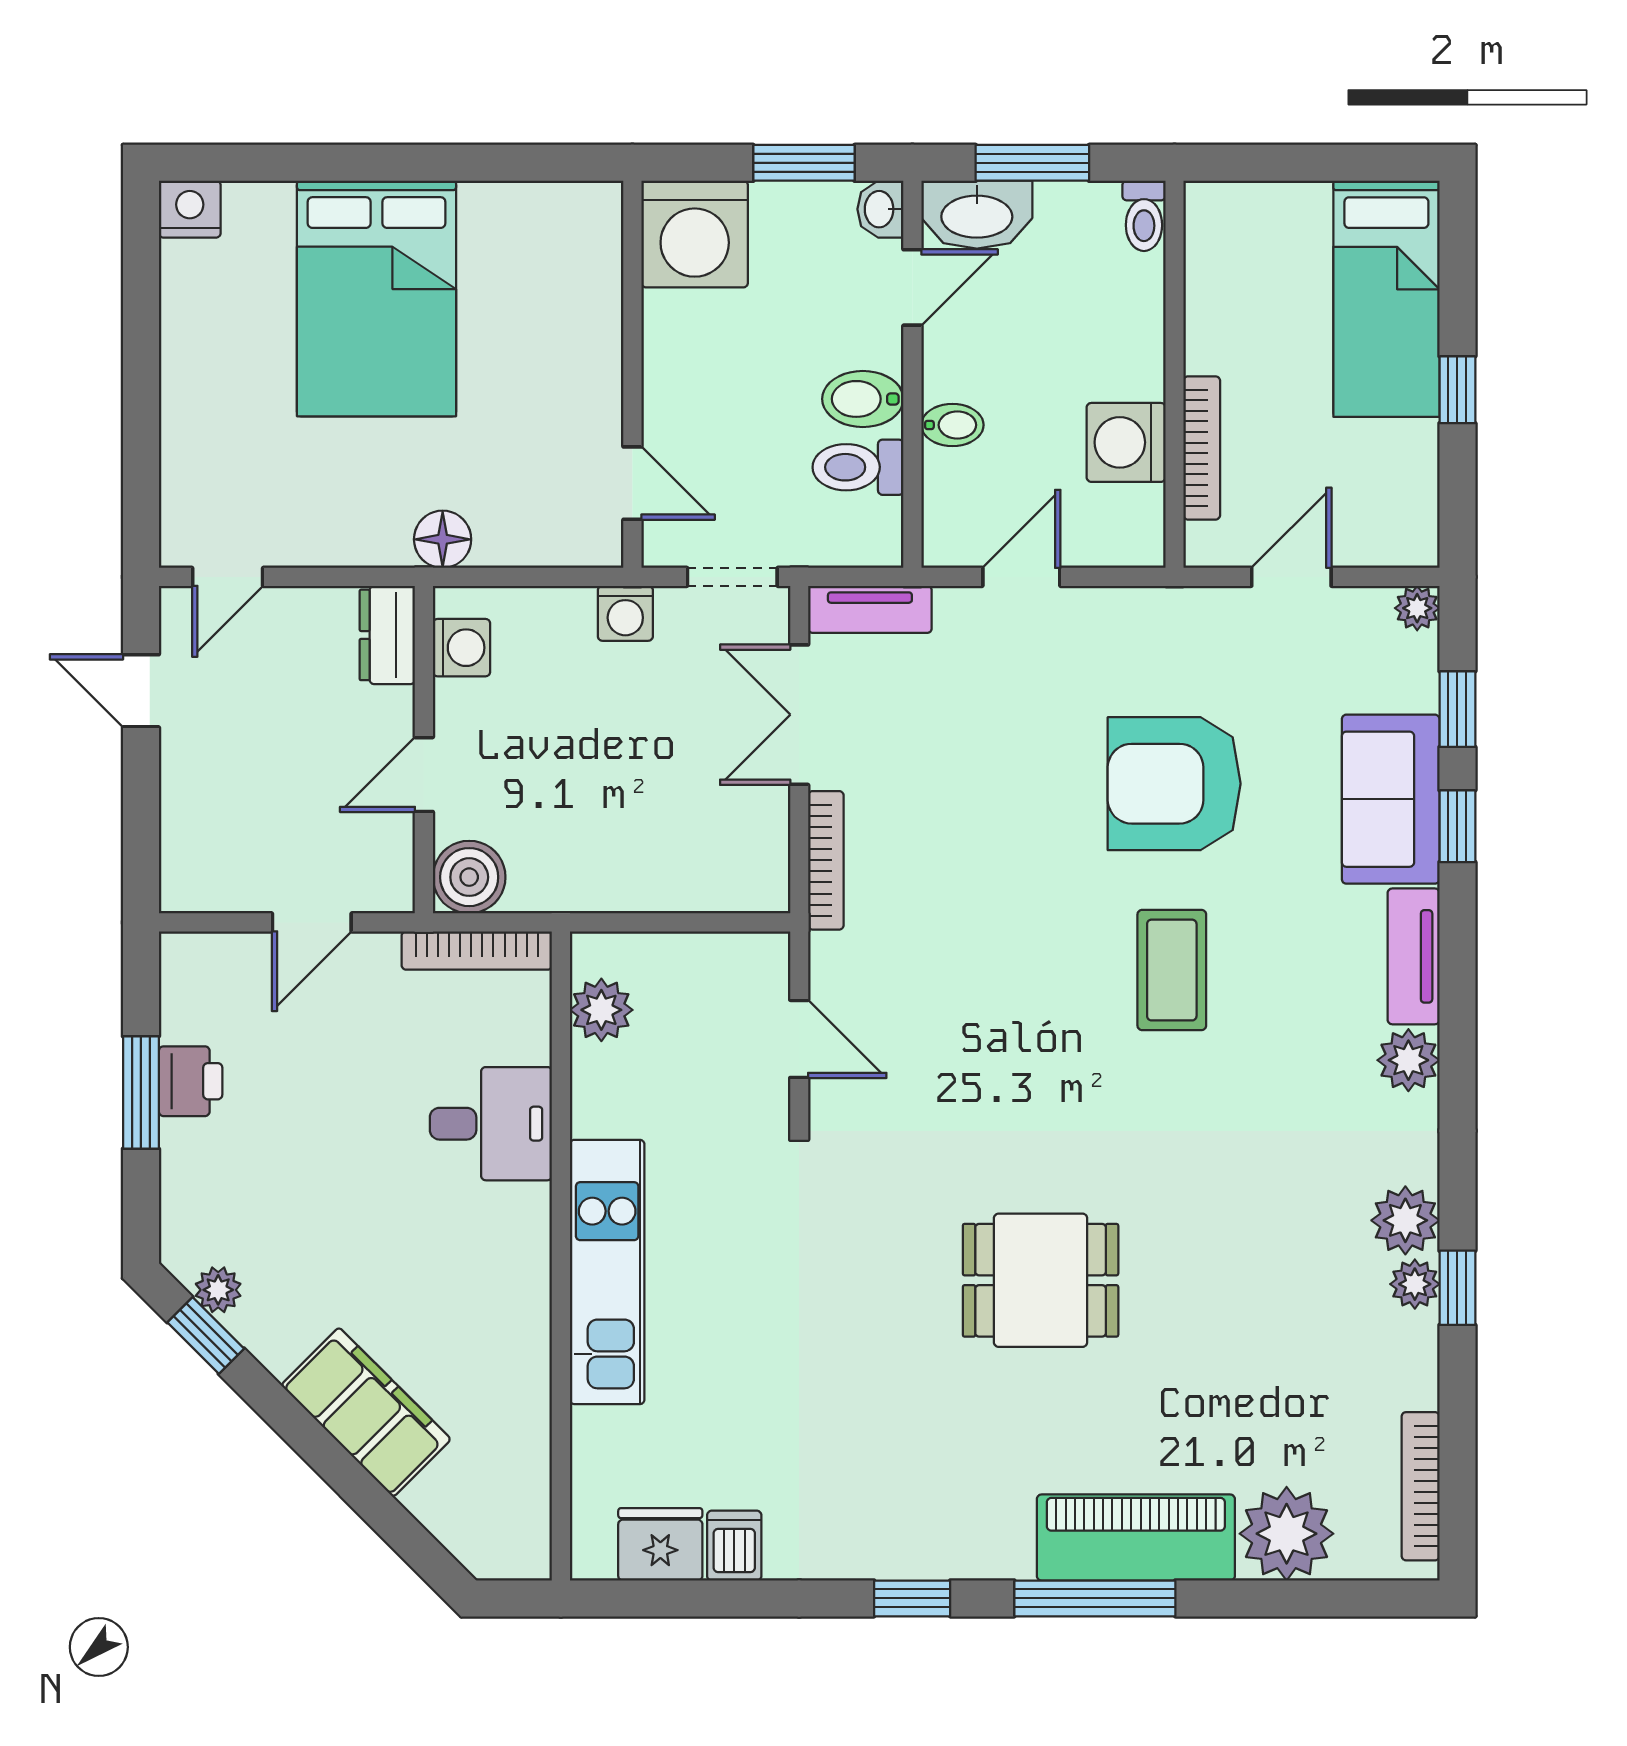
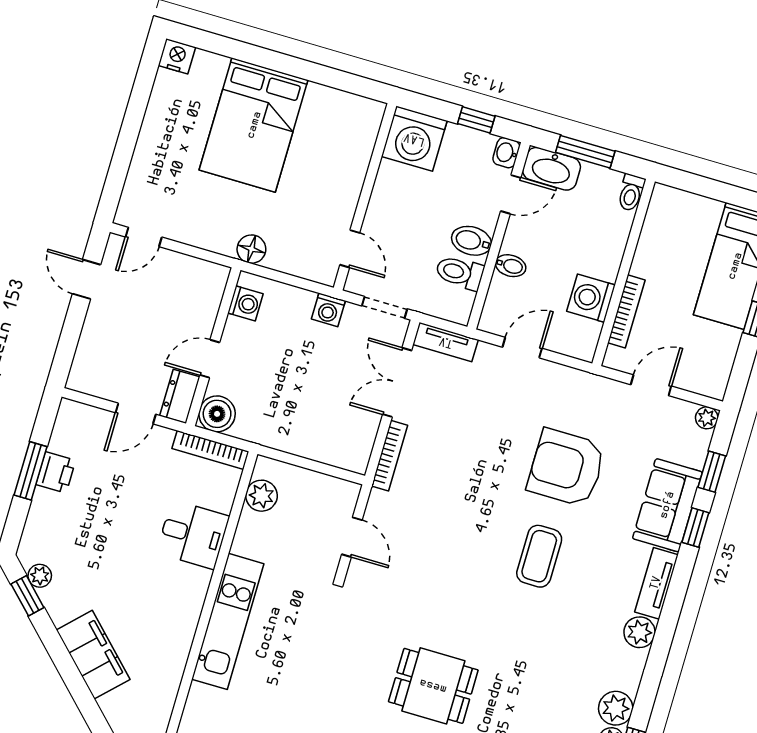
window: (804, 163) -> (476, 120), width x0.67
dresser: (387, 635) -> (180, 396), moved

